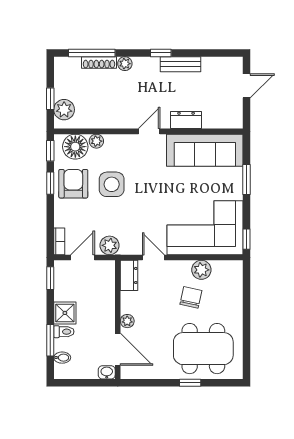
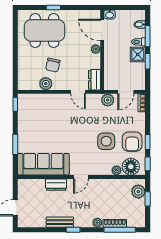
corner sofa: (205, 228) -> (43, 112), removed
window: (50, 278) -> (148, 61), moved

